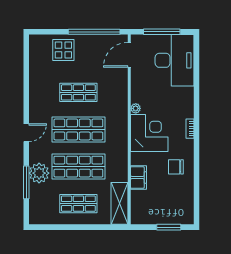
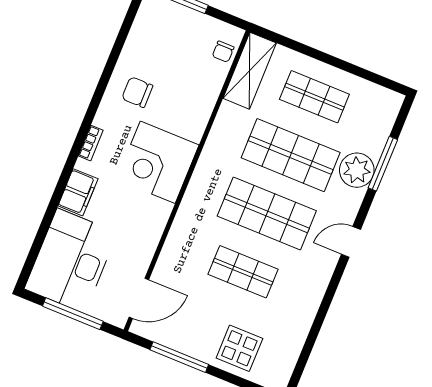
window: (94, 32) -> (179, 357), width x0.68
plant: (136, 108) -> (163, 210), removed
chair: (176, 167) -> (137, 92), turned 180
filing cabinet: (138, 177) -> (78, 192), moved, turned 180
chair: (138, 208) -> (223, 52), added

